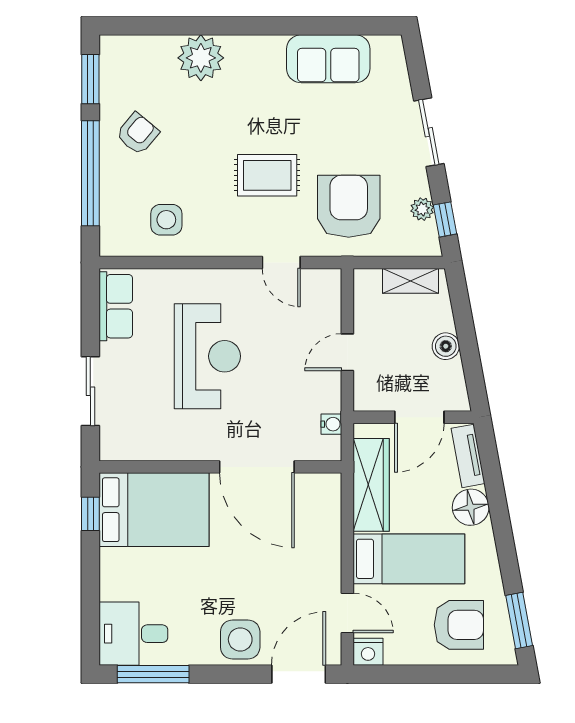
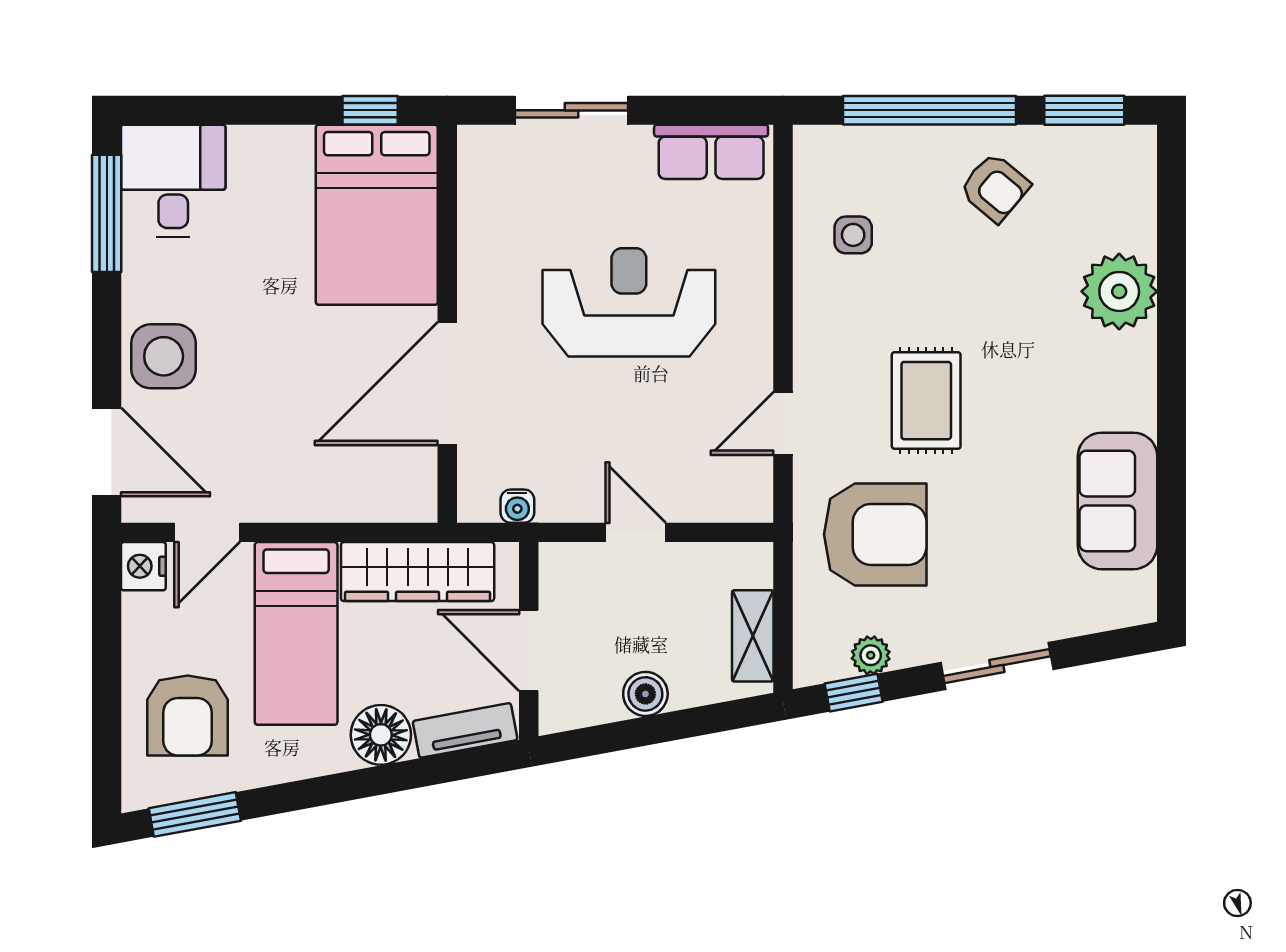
side table: (166, 220) -> (853, 235), width x0.73, depth x0.73
reception desk: (207, 356) -> (629, 302), turned 180

